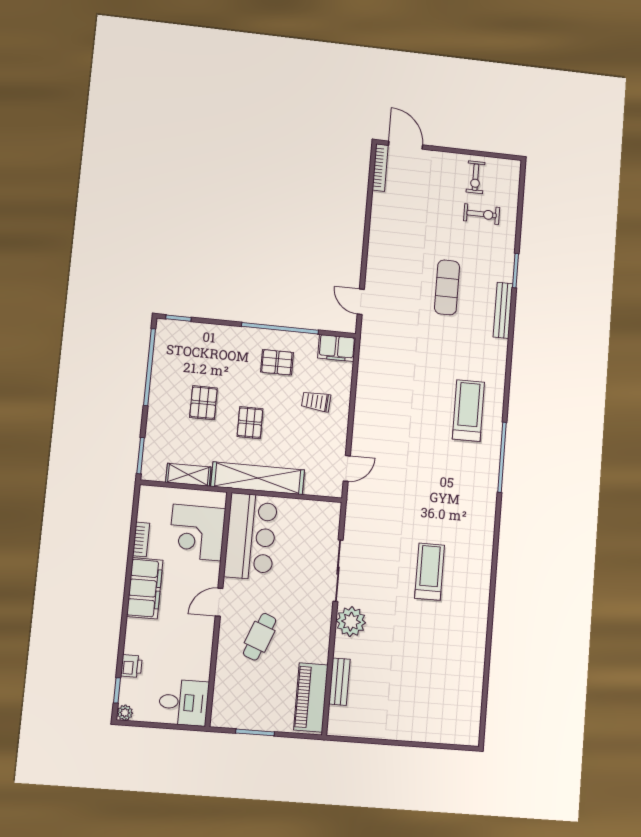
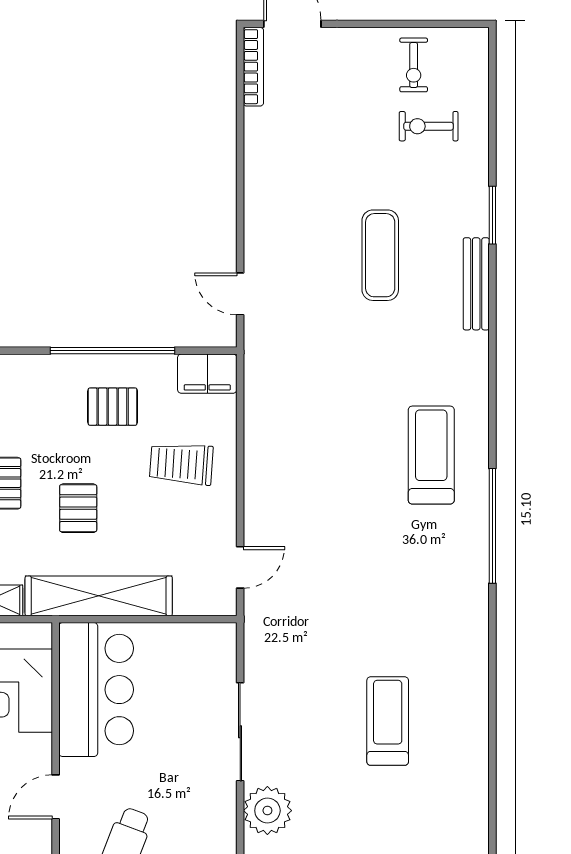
exercise bike: (482, 214) -> (429, 126), turned 180
trolley: (316, 401) -> (181, 464), width x1.36, depth x1.39

